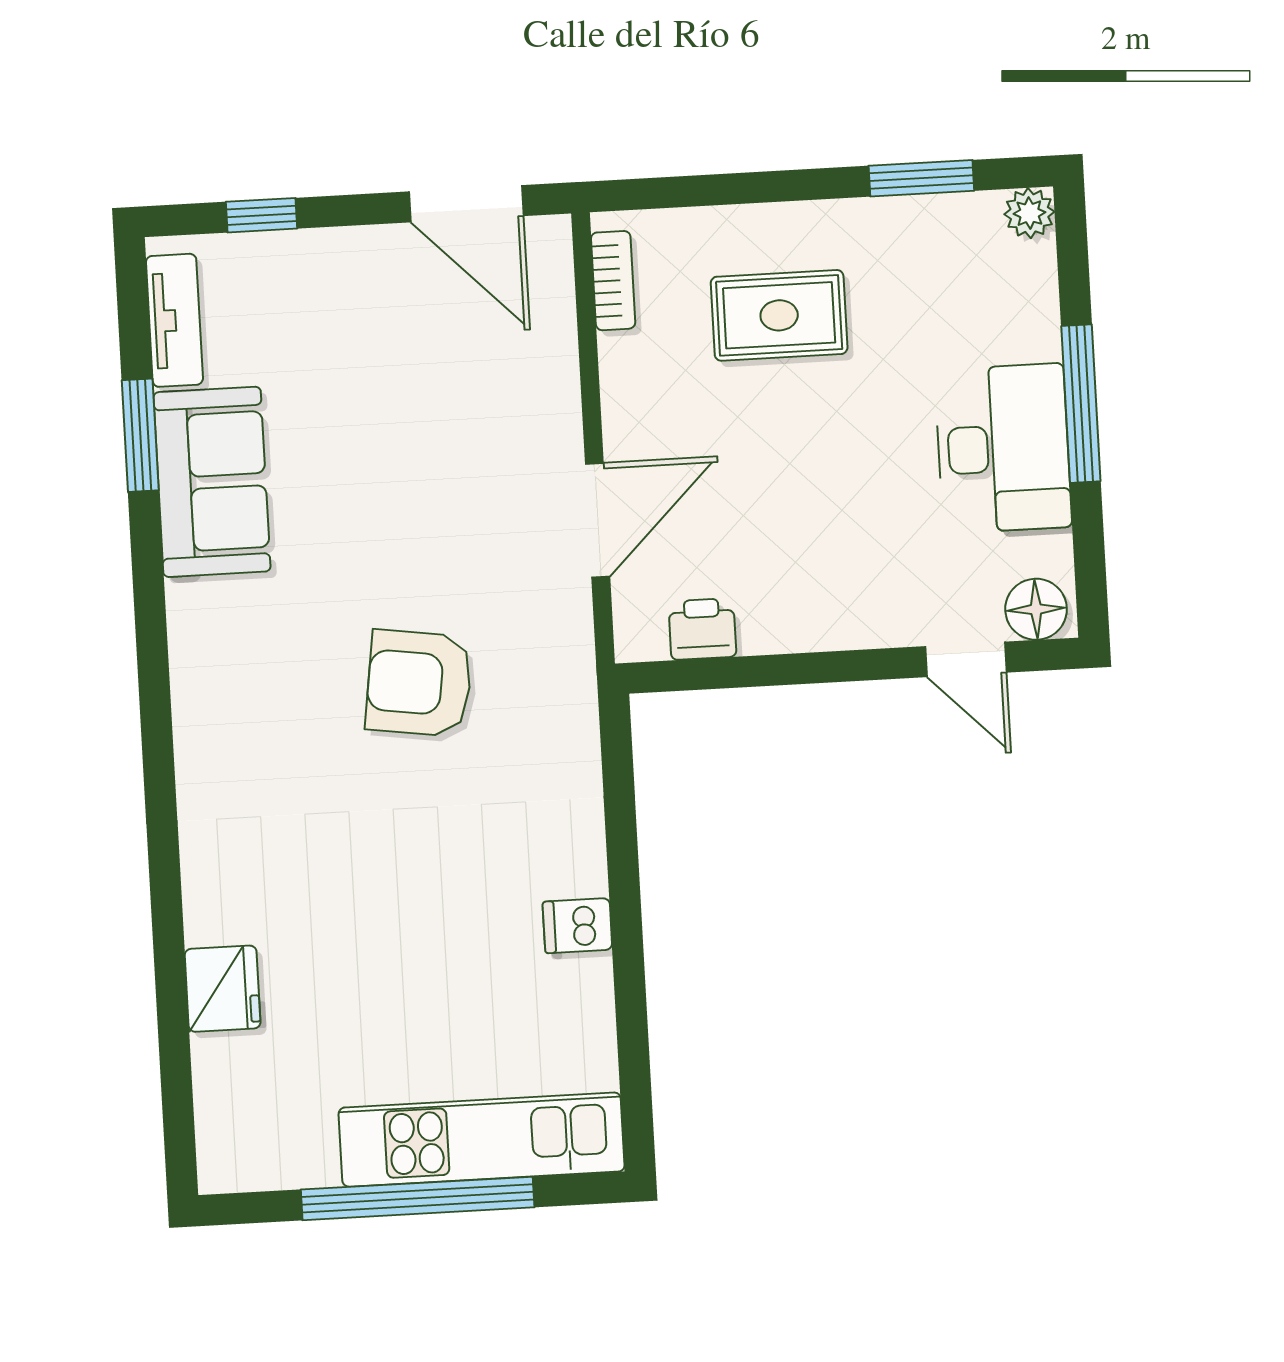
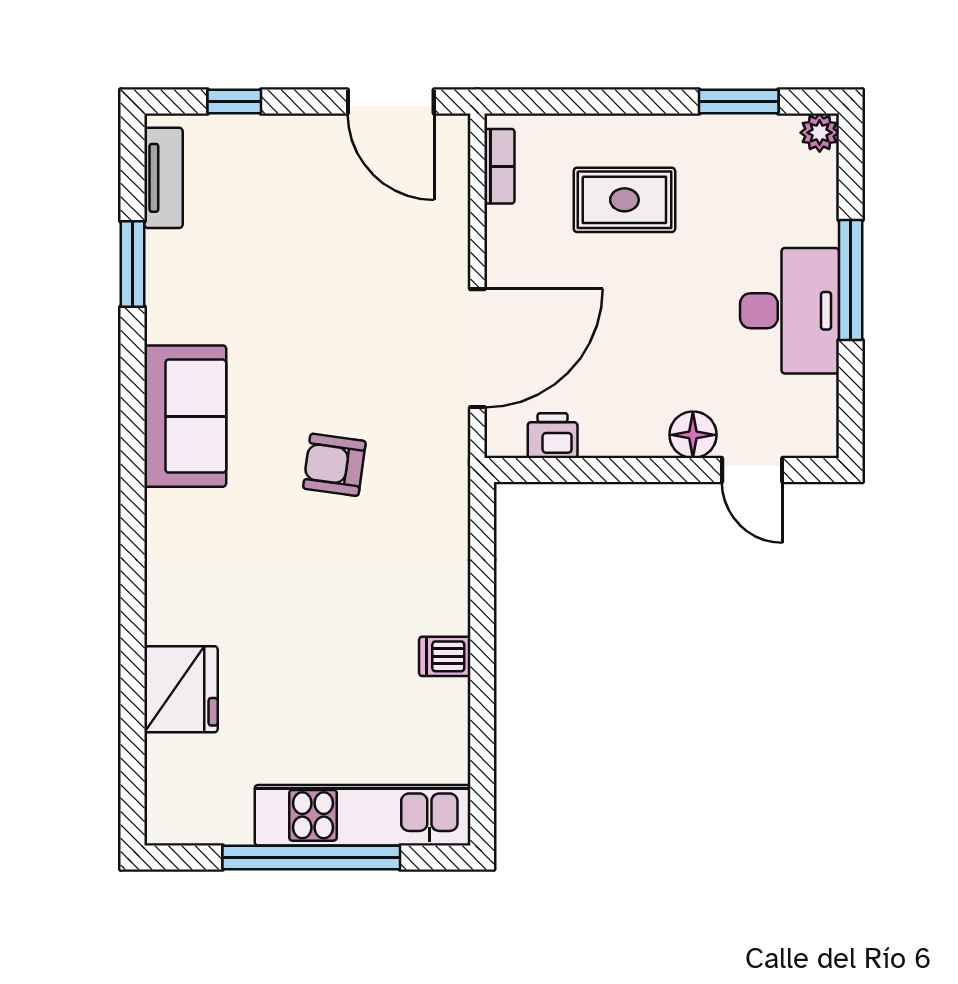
sofa: (212, 482) -> (185, 416), moved
door: (598, 520) -> (477, 348), width x1.36
floor lamp: (1036, 609) -> (693, 435), moved
armchair: (419, 683) -> (334, 465), width x0.72, depth x0.72
fridge: (223, 989) -> (181, 689), width x1.36, depth x1.34

